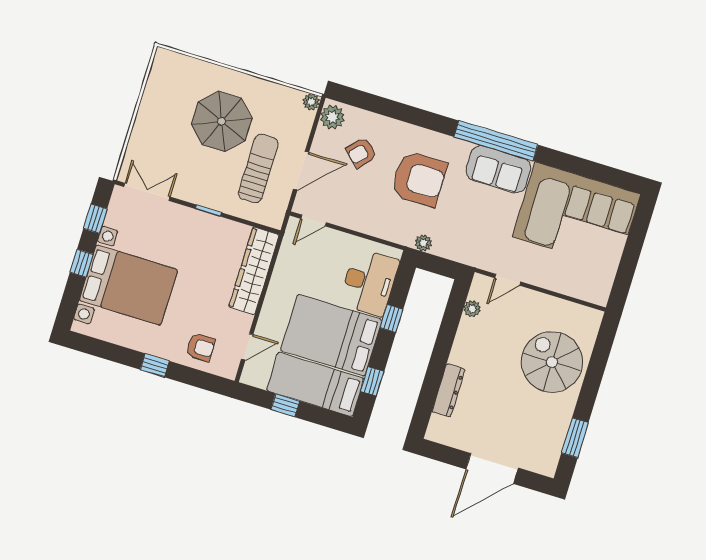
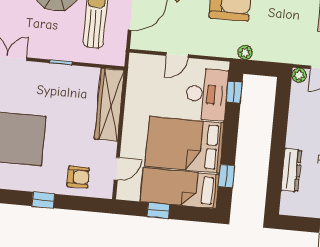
door: (314, 221) -> (177, 55), moved
plant: (472, 309) -> (299, 75), moved
window: (391, 319) -> (234, 92), moved

